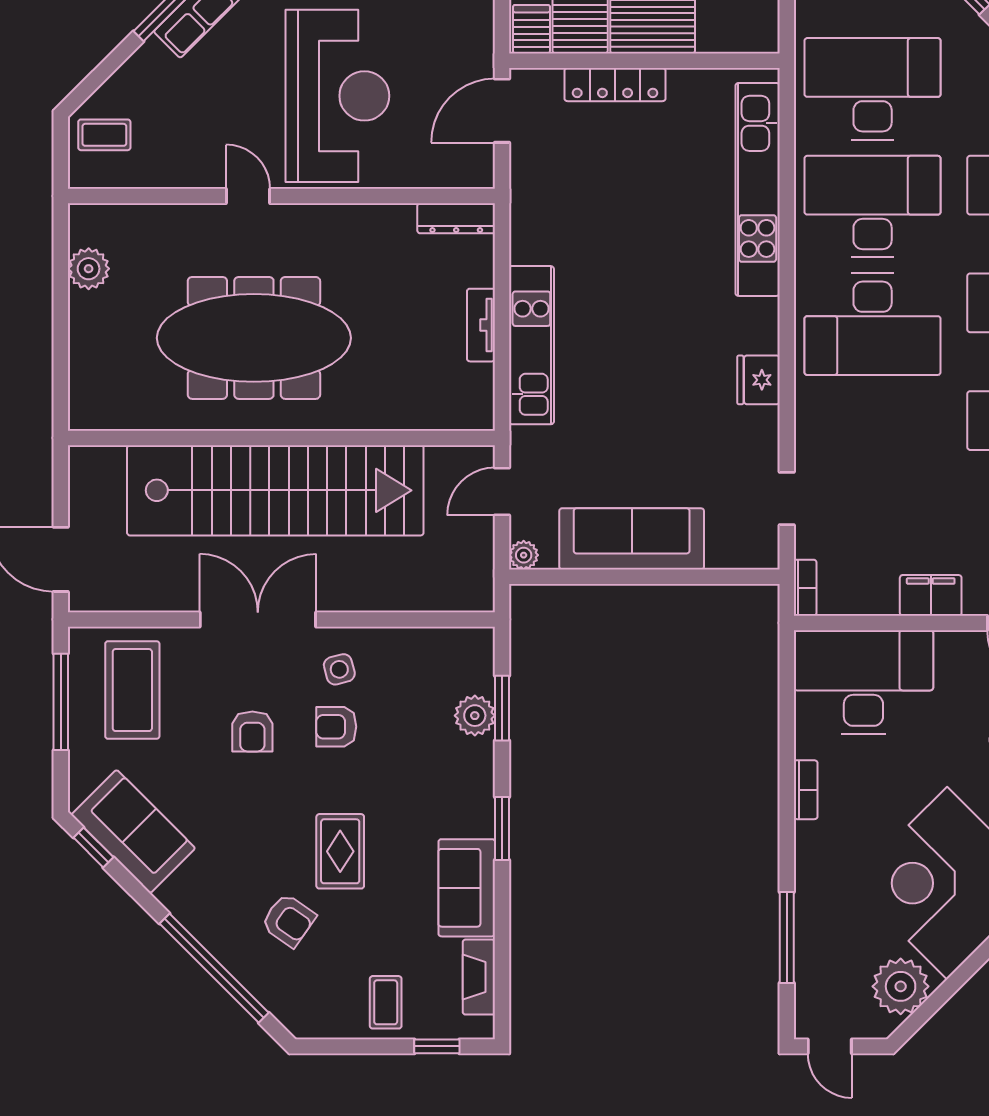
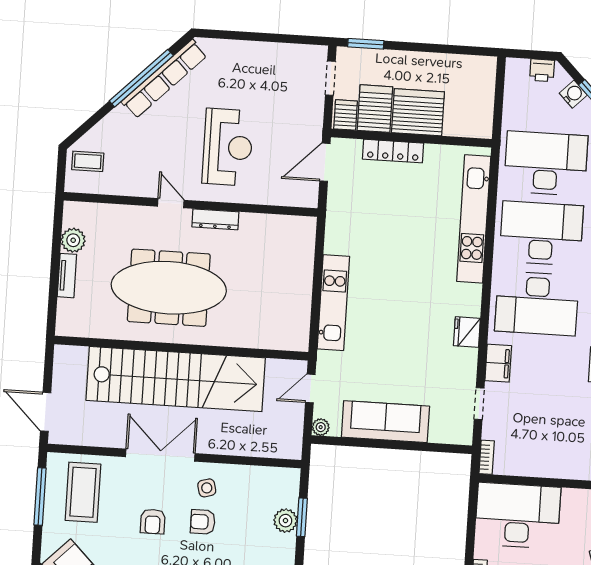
reception desk: (337, 96) -> (228, 147), width x0.74, depth x0.77
dresser: (456, 218) -> (215, 219), moved
tv unit: (481, 325) -> (67, 276), moved, turned 180
filing cabinet: (931, 595) -> (498, 363), moved, turned 90

